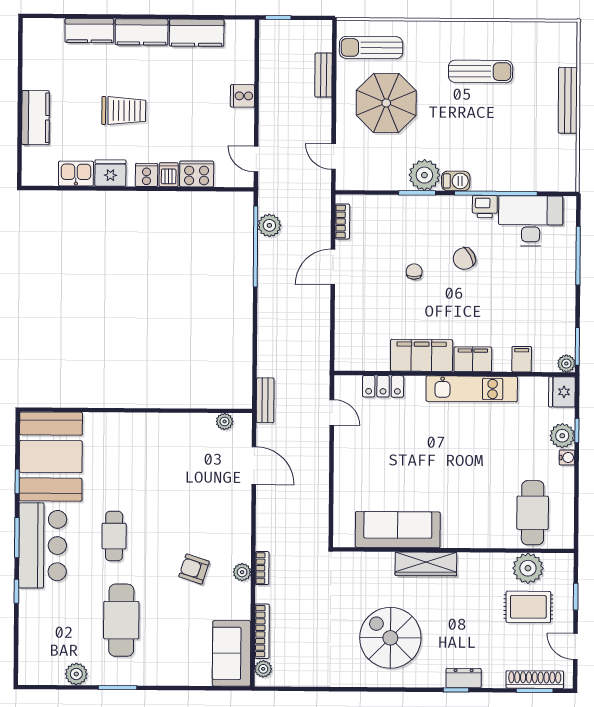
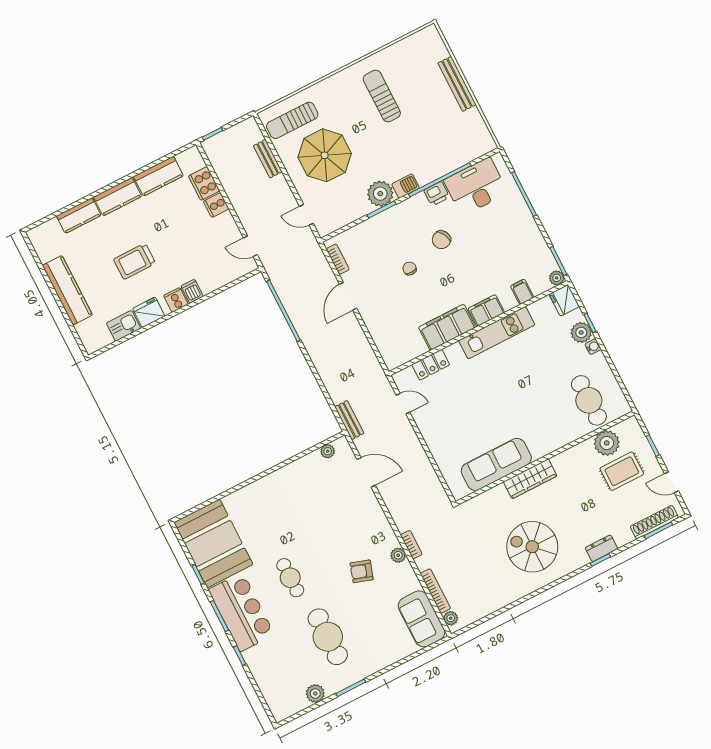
sun lounger: (481, 71) -> (382, 96), turned -90
trolley: (124, 111) -> (135, 261), turned 180
kitchen counter: (35, 118) -> (67, 290), width x1.50
cooker: (197, 174) -> (204, 183), moved, turned -90
plant: (269, 225) -> (286, 290), removed

